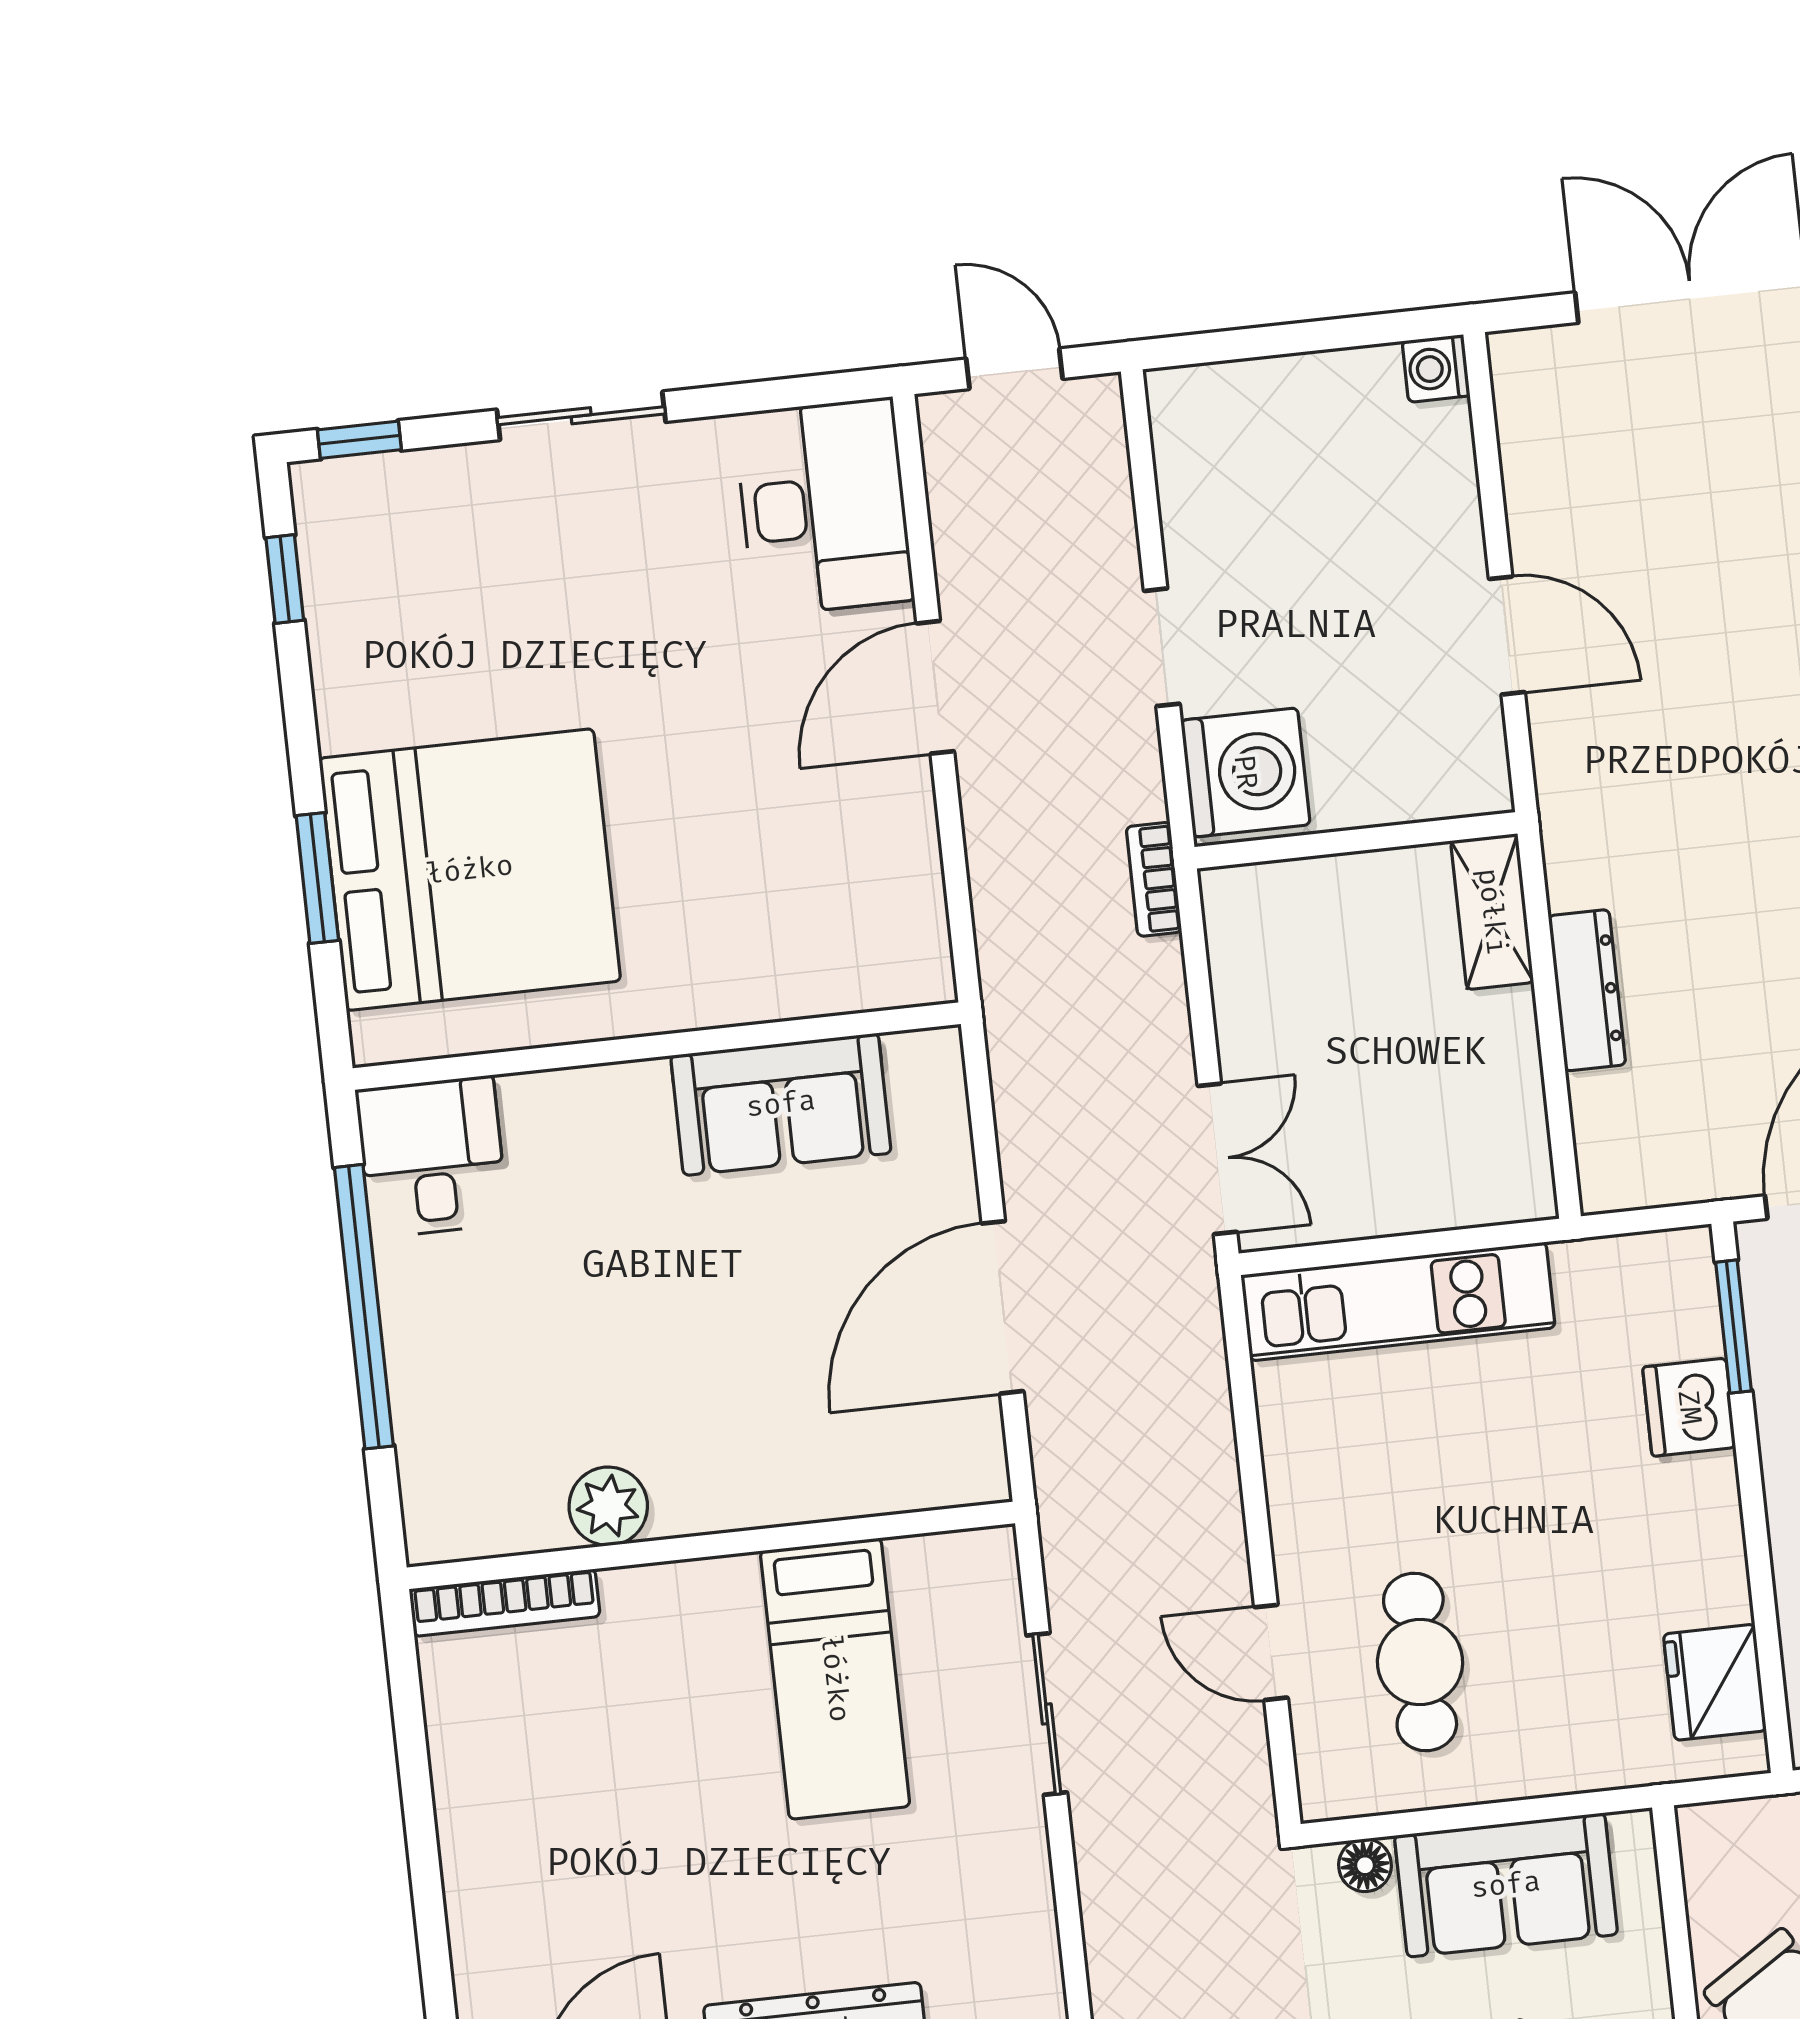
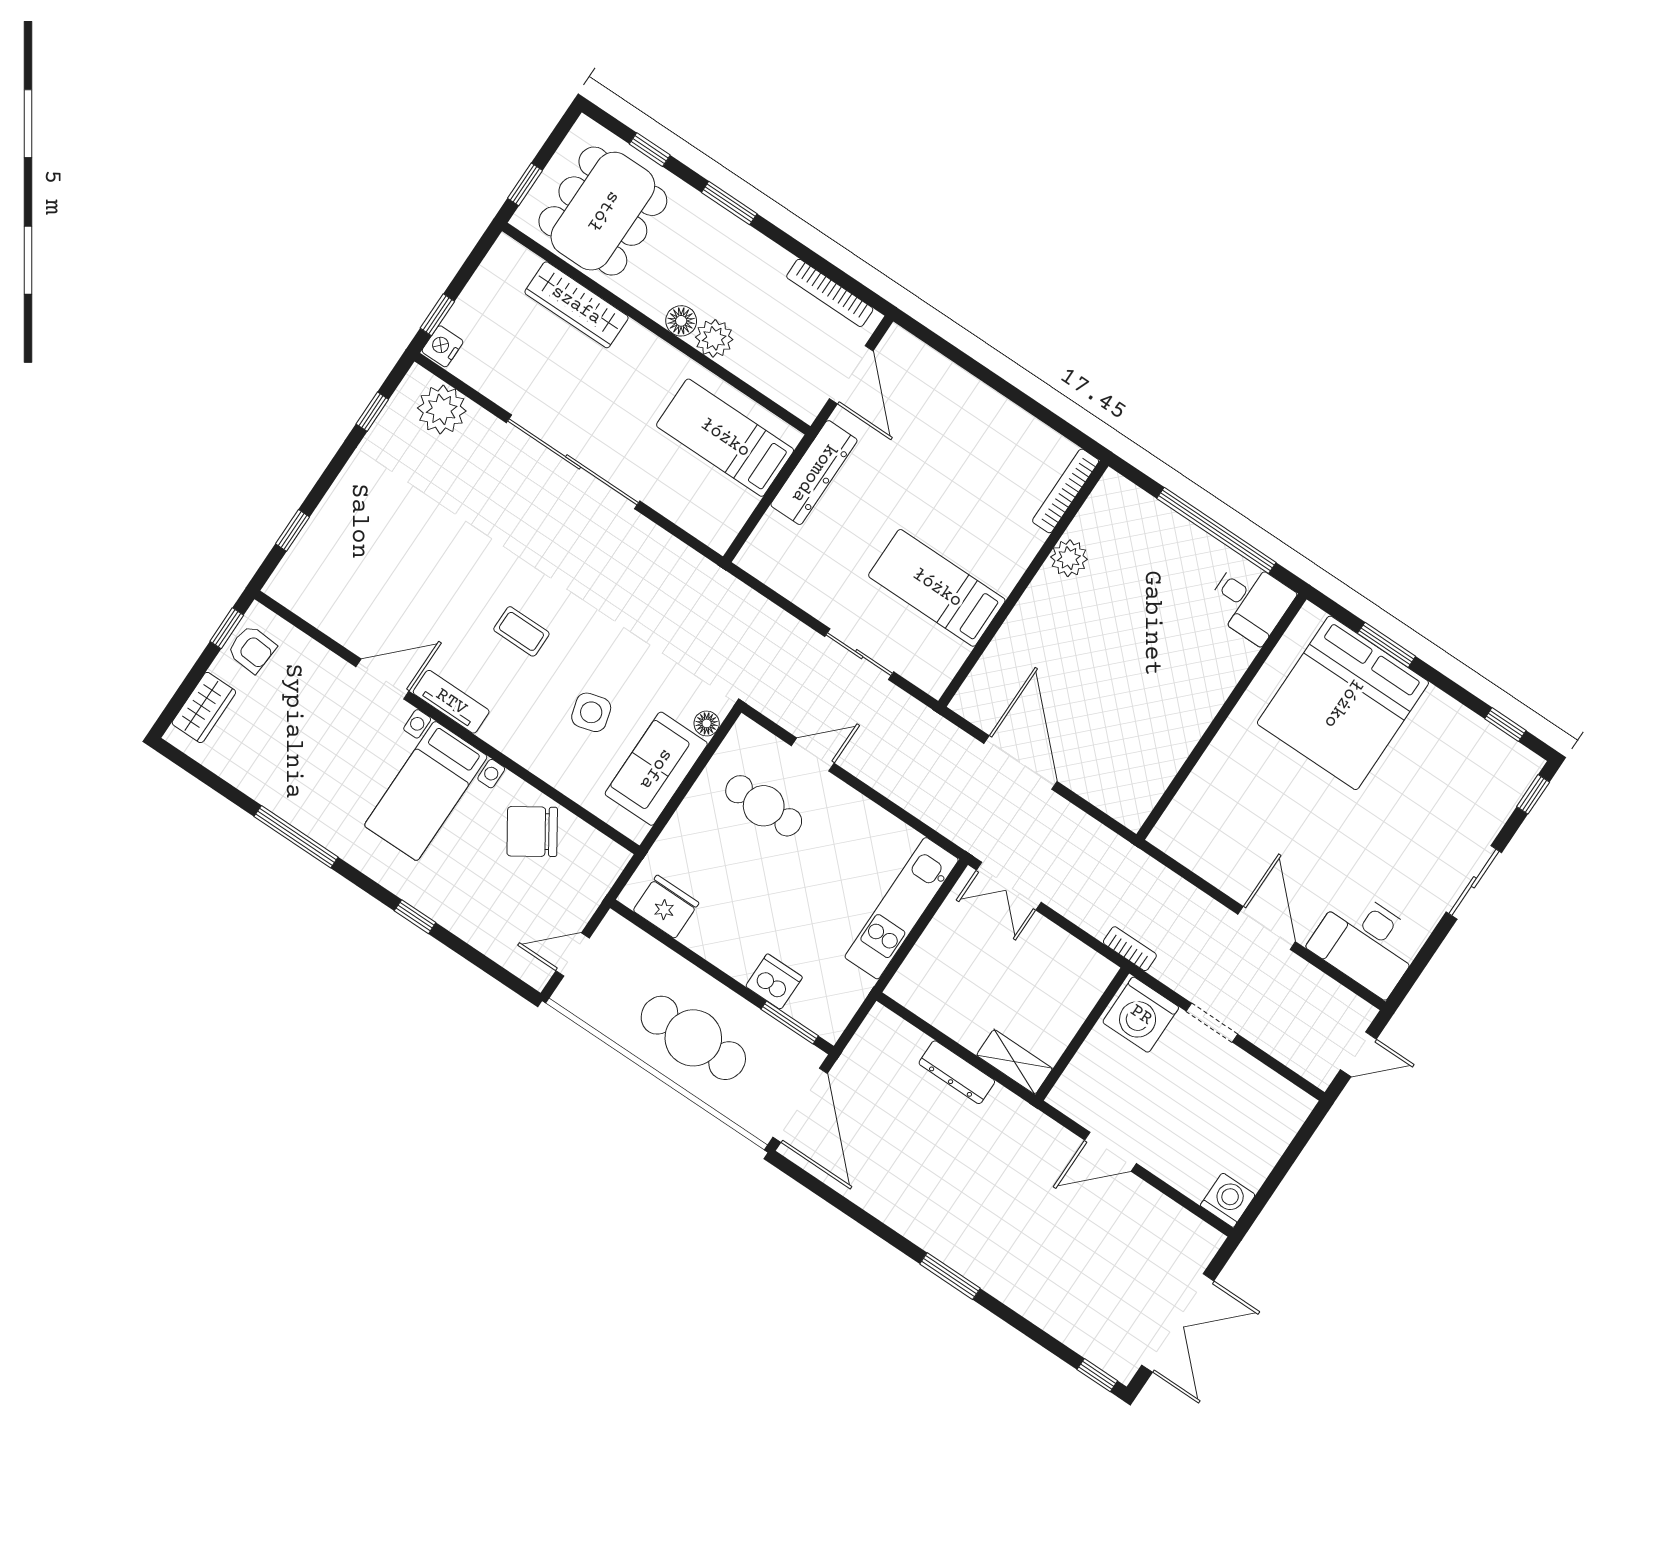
washing machine: (1436, 368) -> (1228, 1200), width x1.38, depth x1.38
sofa: (781, 1104) -> (1162, 744), removed

